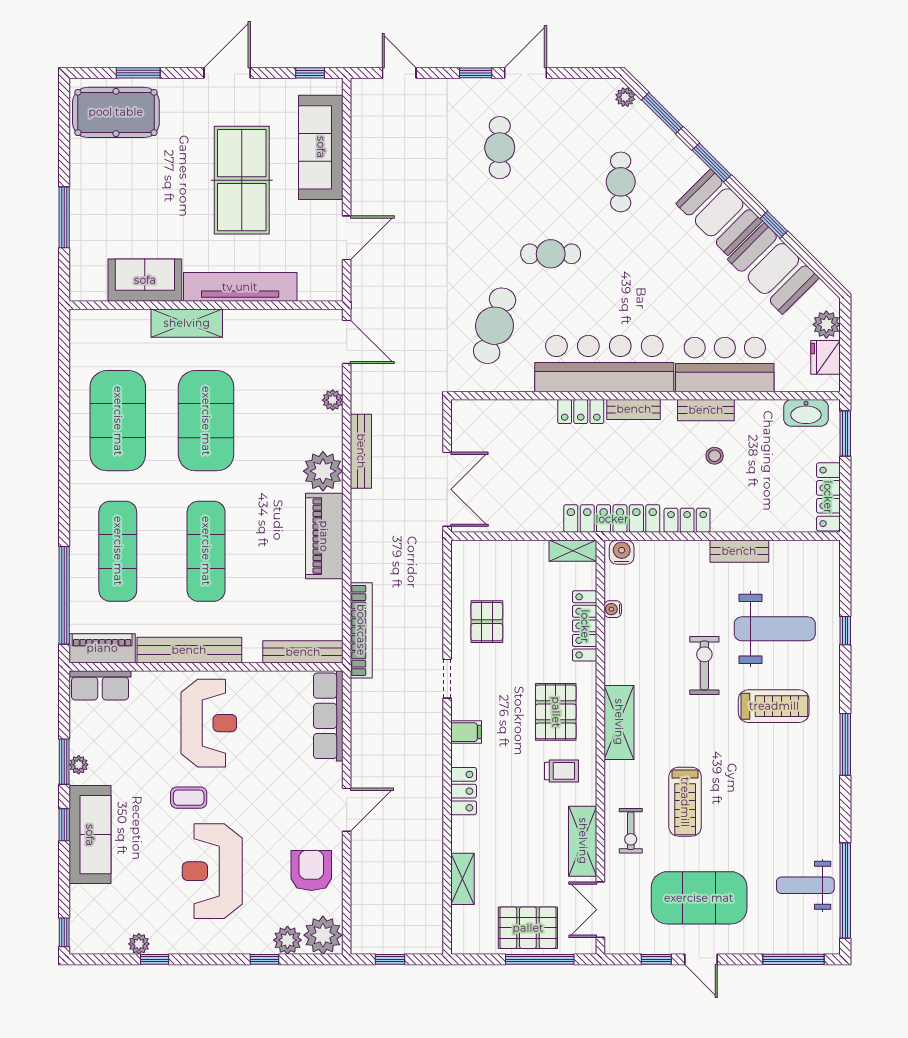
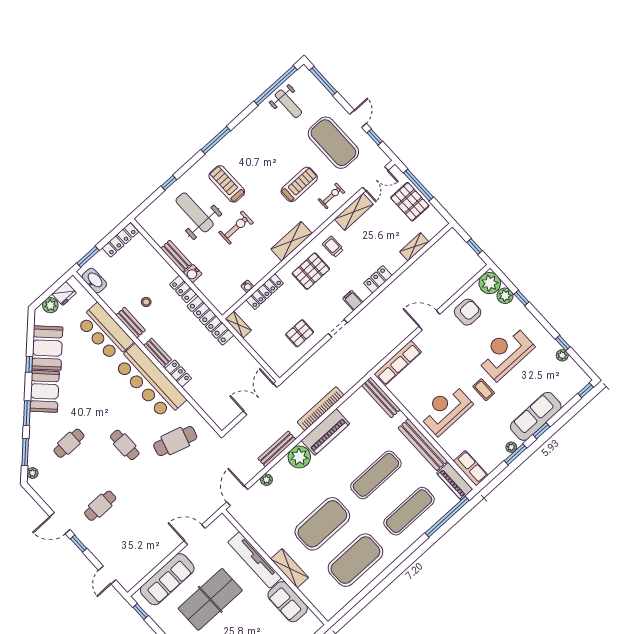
water cooler: (622, 552) -> (193, 274), moved
bookcase: (361, 630) -> (321, 409), moved
exercise bike: (704, 665) -> (236, 228), turned 180
armchair: (311, 870) -> (468, 312), turned 180
reception desk: (212, 871) -> (505, 352), turned 180

